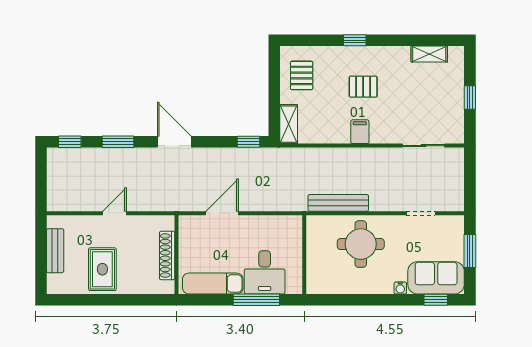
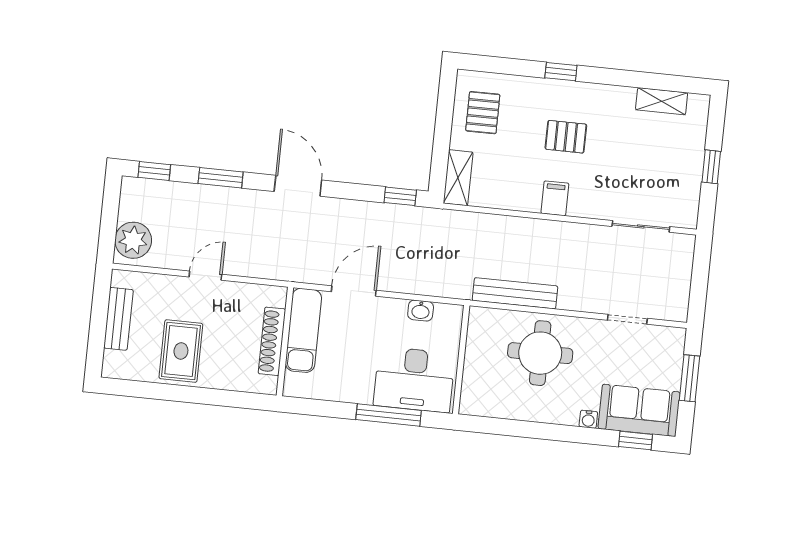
plant: (60, 193) -> (133, 240), added
washbasin: (272, 222) -> (421, 311), added
desk: (265, 272) -> (414, 380), width x1.37
exam couch: (213, 284) -> (303, 330), moved, turned 90

